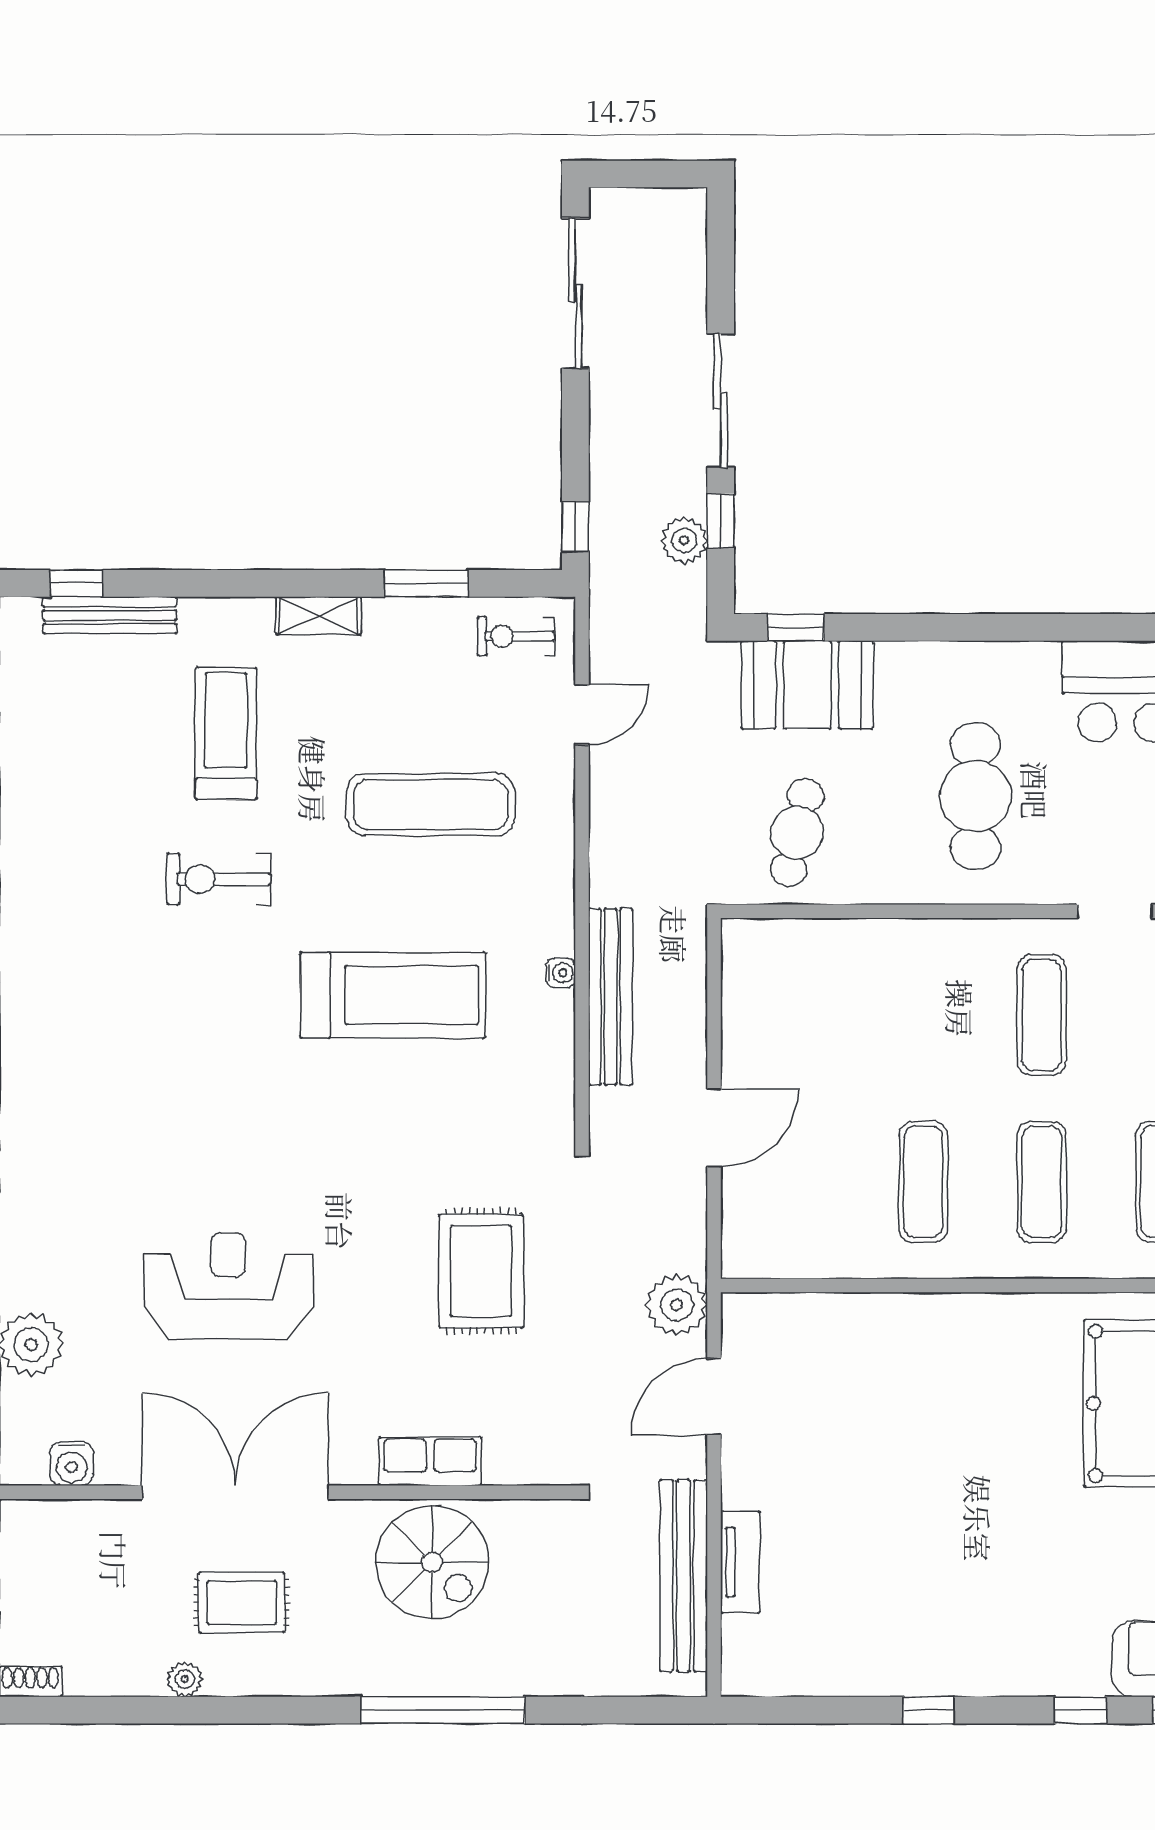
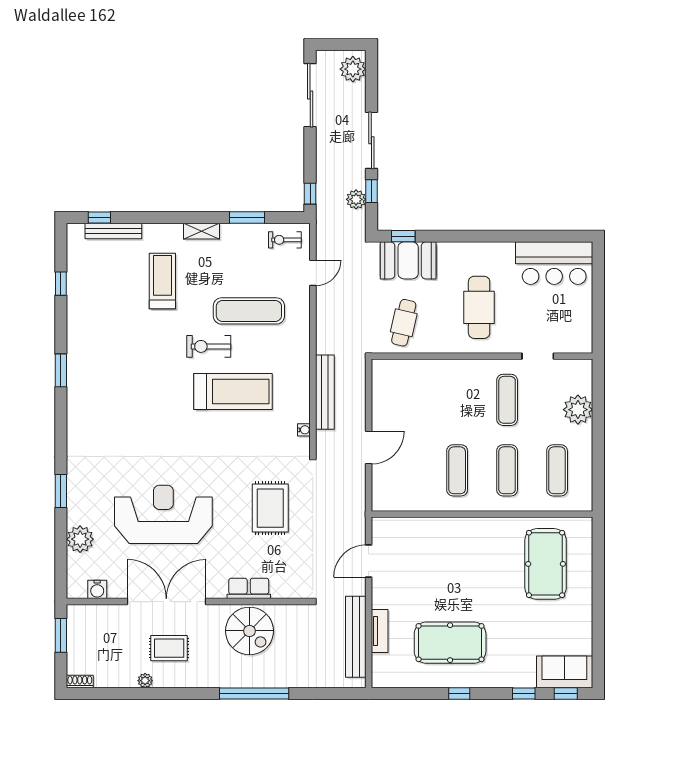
exercise bike: (219, 879) -> (209, 346), moved
water cooler: (561, 973) -> (304, 430), moved
reception desk: (228, 1286) -> (163, 514), width x1.36, depth x1.30
plant: (677, 1305) -> (353, 69), moved
pool table: (907, 1590) -> (450, 643), added

